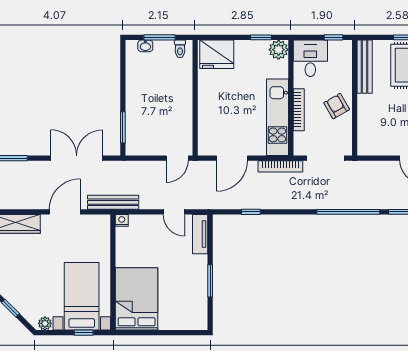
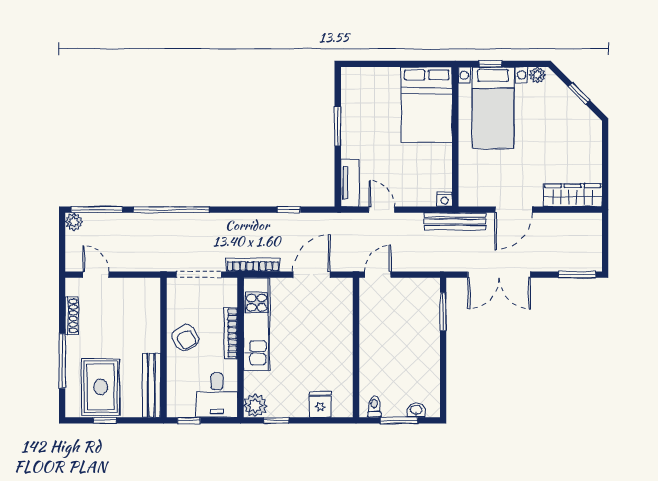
fridge: (217, 54) -> (320, 404), width x0.53, depth x0.75

